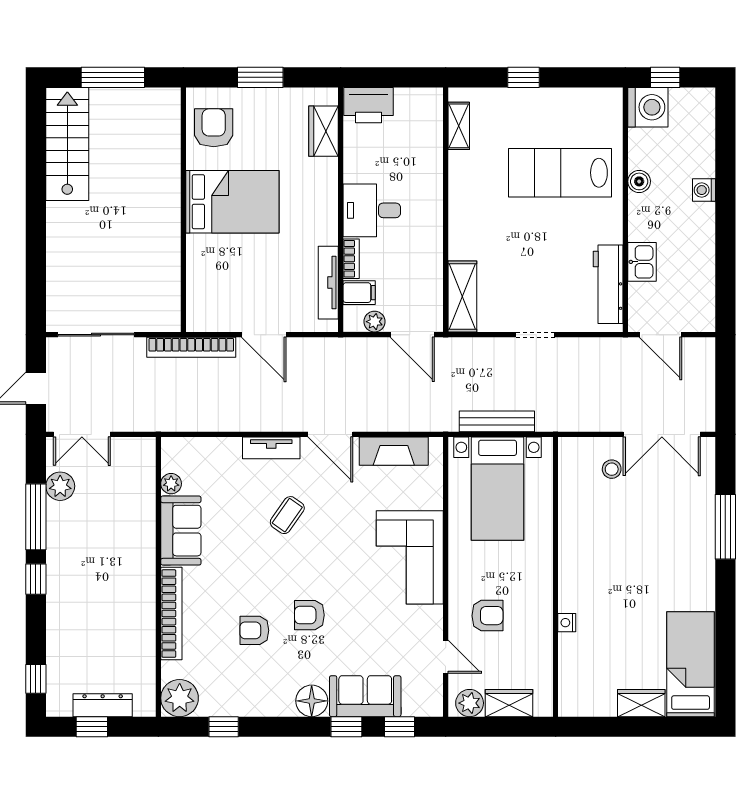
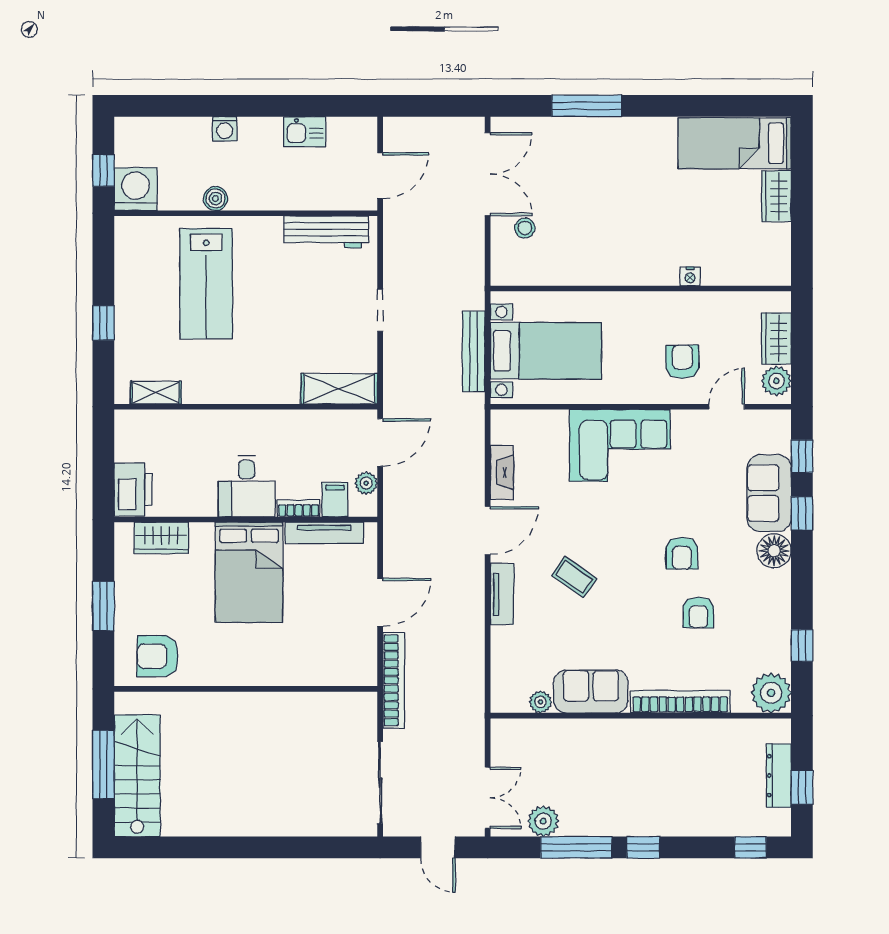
stairs: (67, 144) -> (137, 776), moved, turned 90
bed: (232, 202) -> (249, 572), moved, turned 180
kitchen sink: (642, 262) -> (305, 132), moved, turned 180
fireplace: (394, 451) -> (502, 472), width x0.73, depth x0.76

